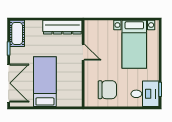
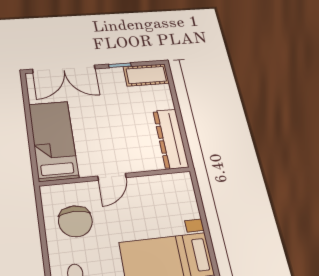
door: (83, 52) -> (112, 177), moved
bed: (45, 82) -> (53, 140), moved, turned -90

